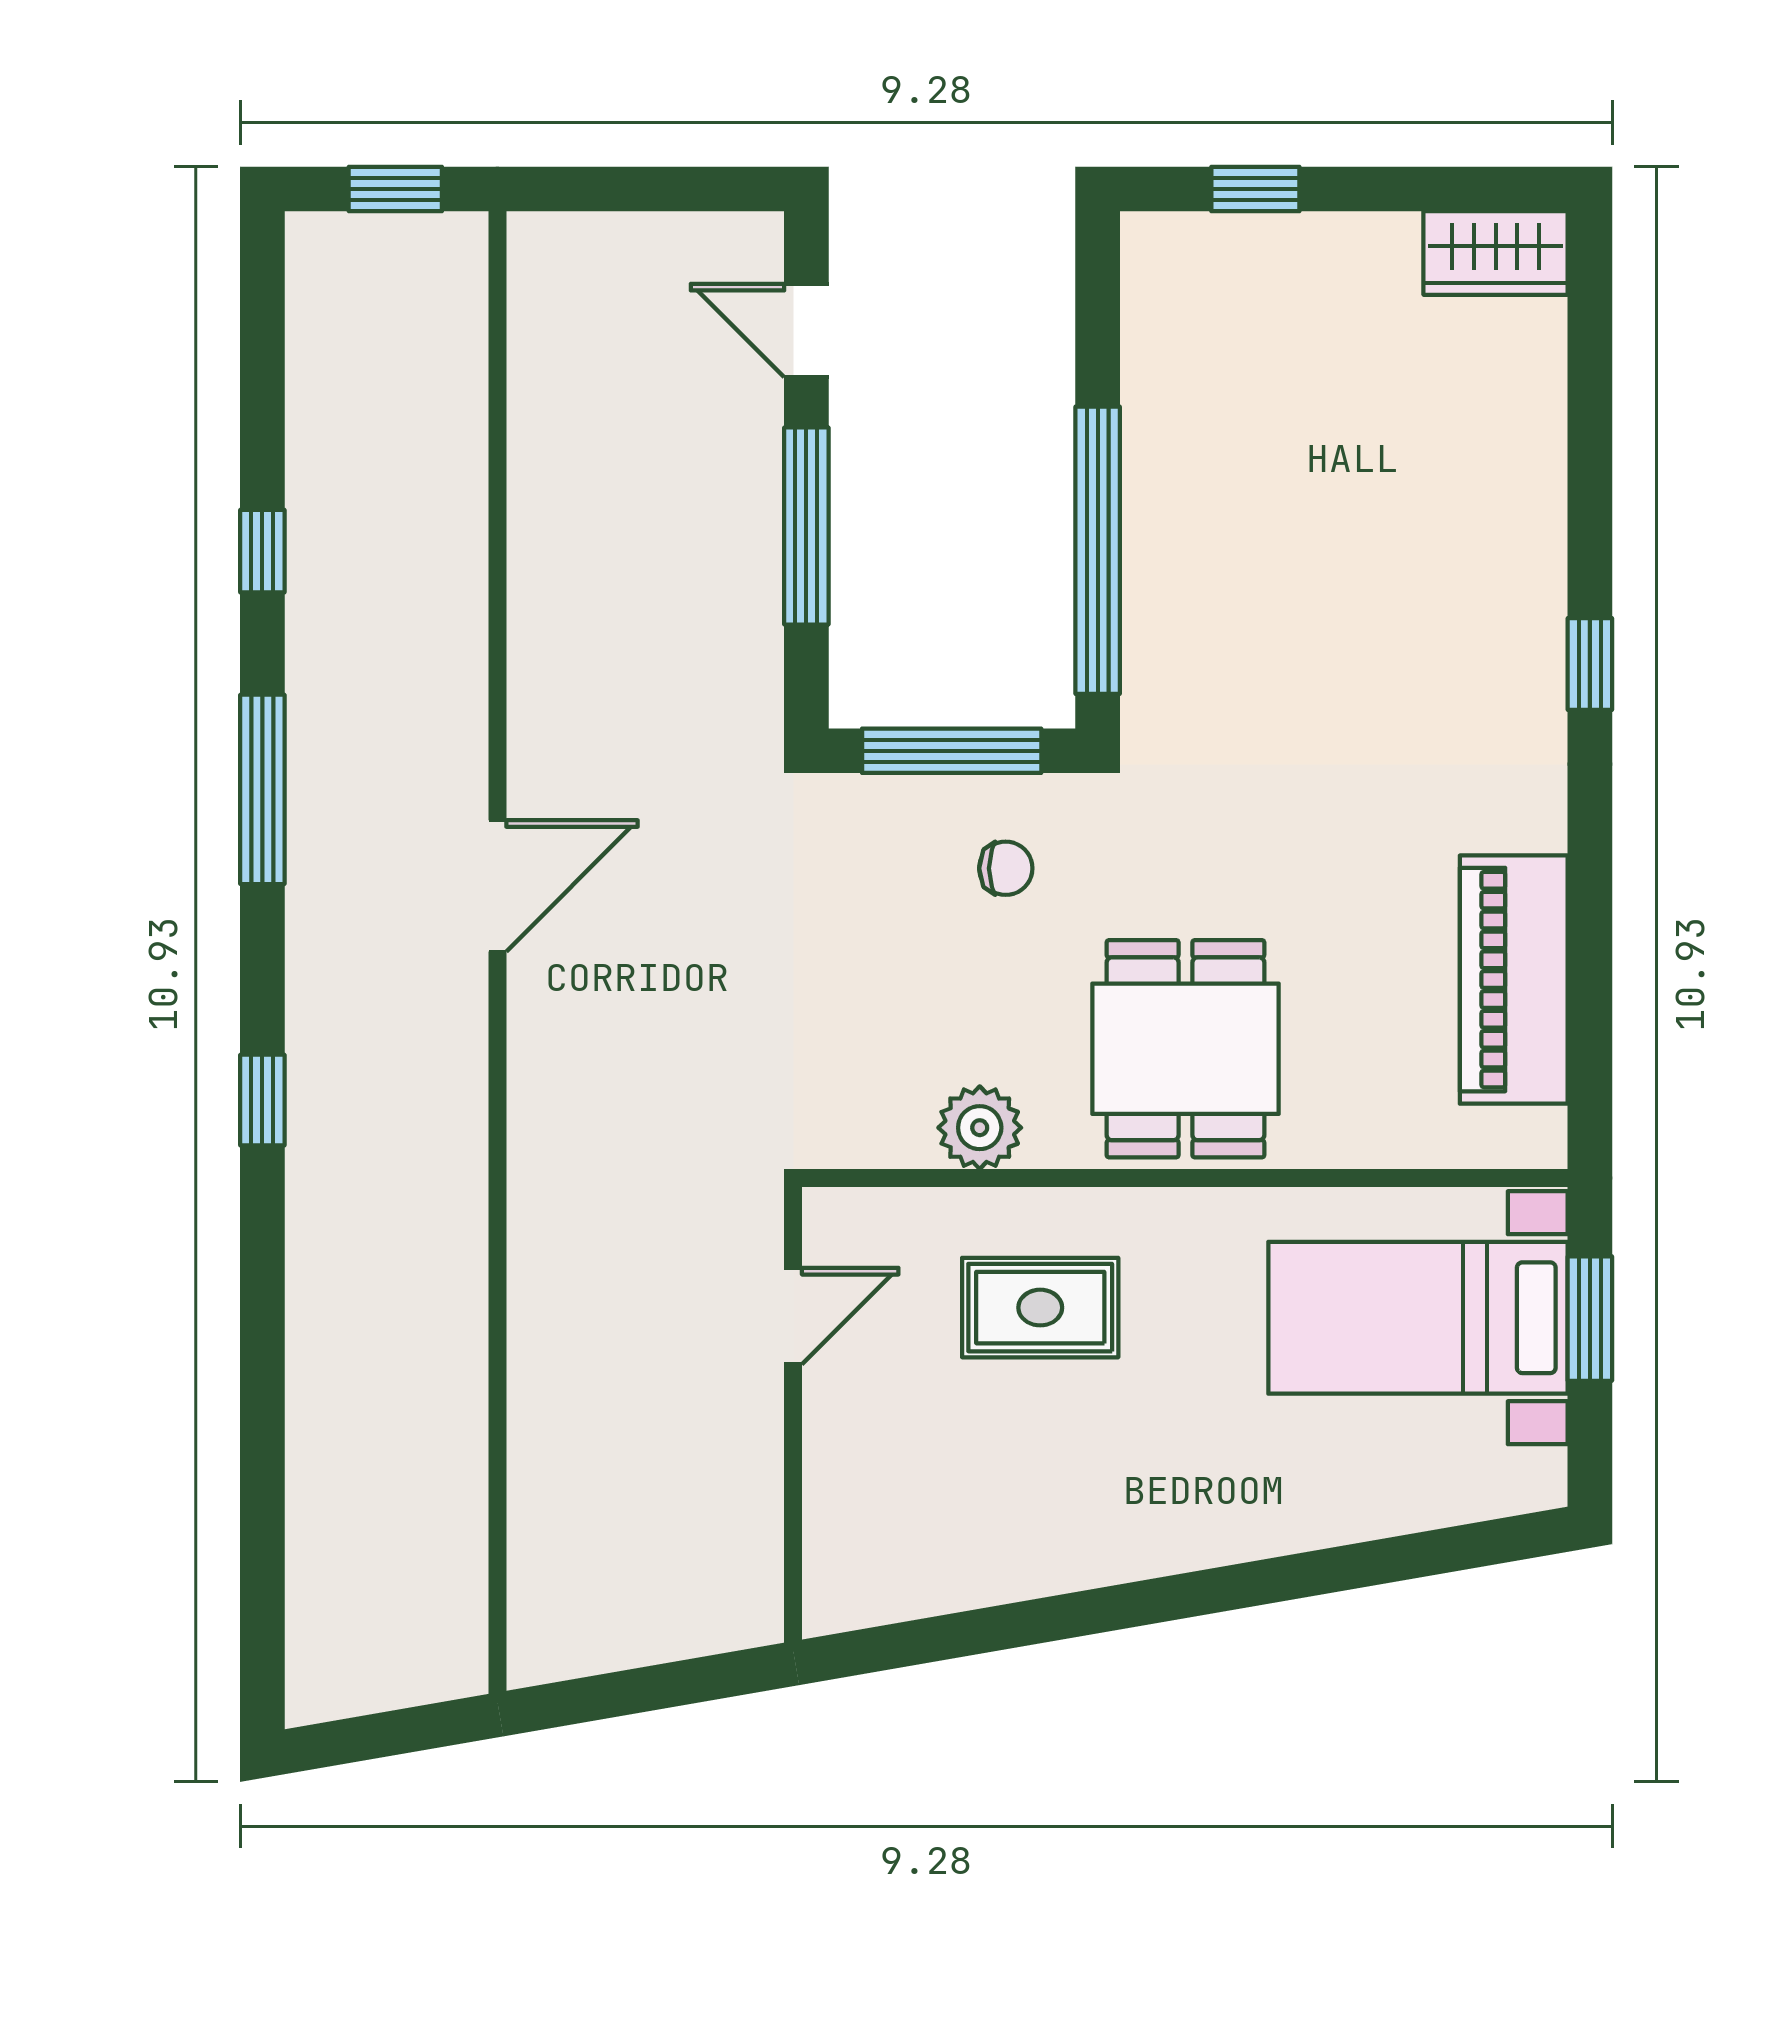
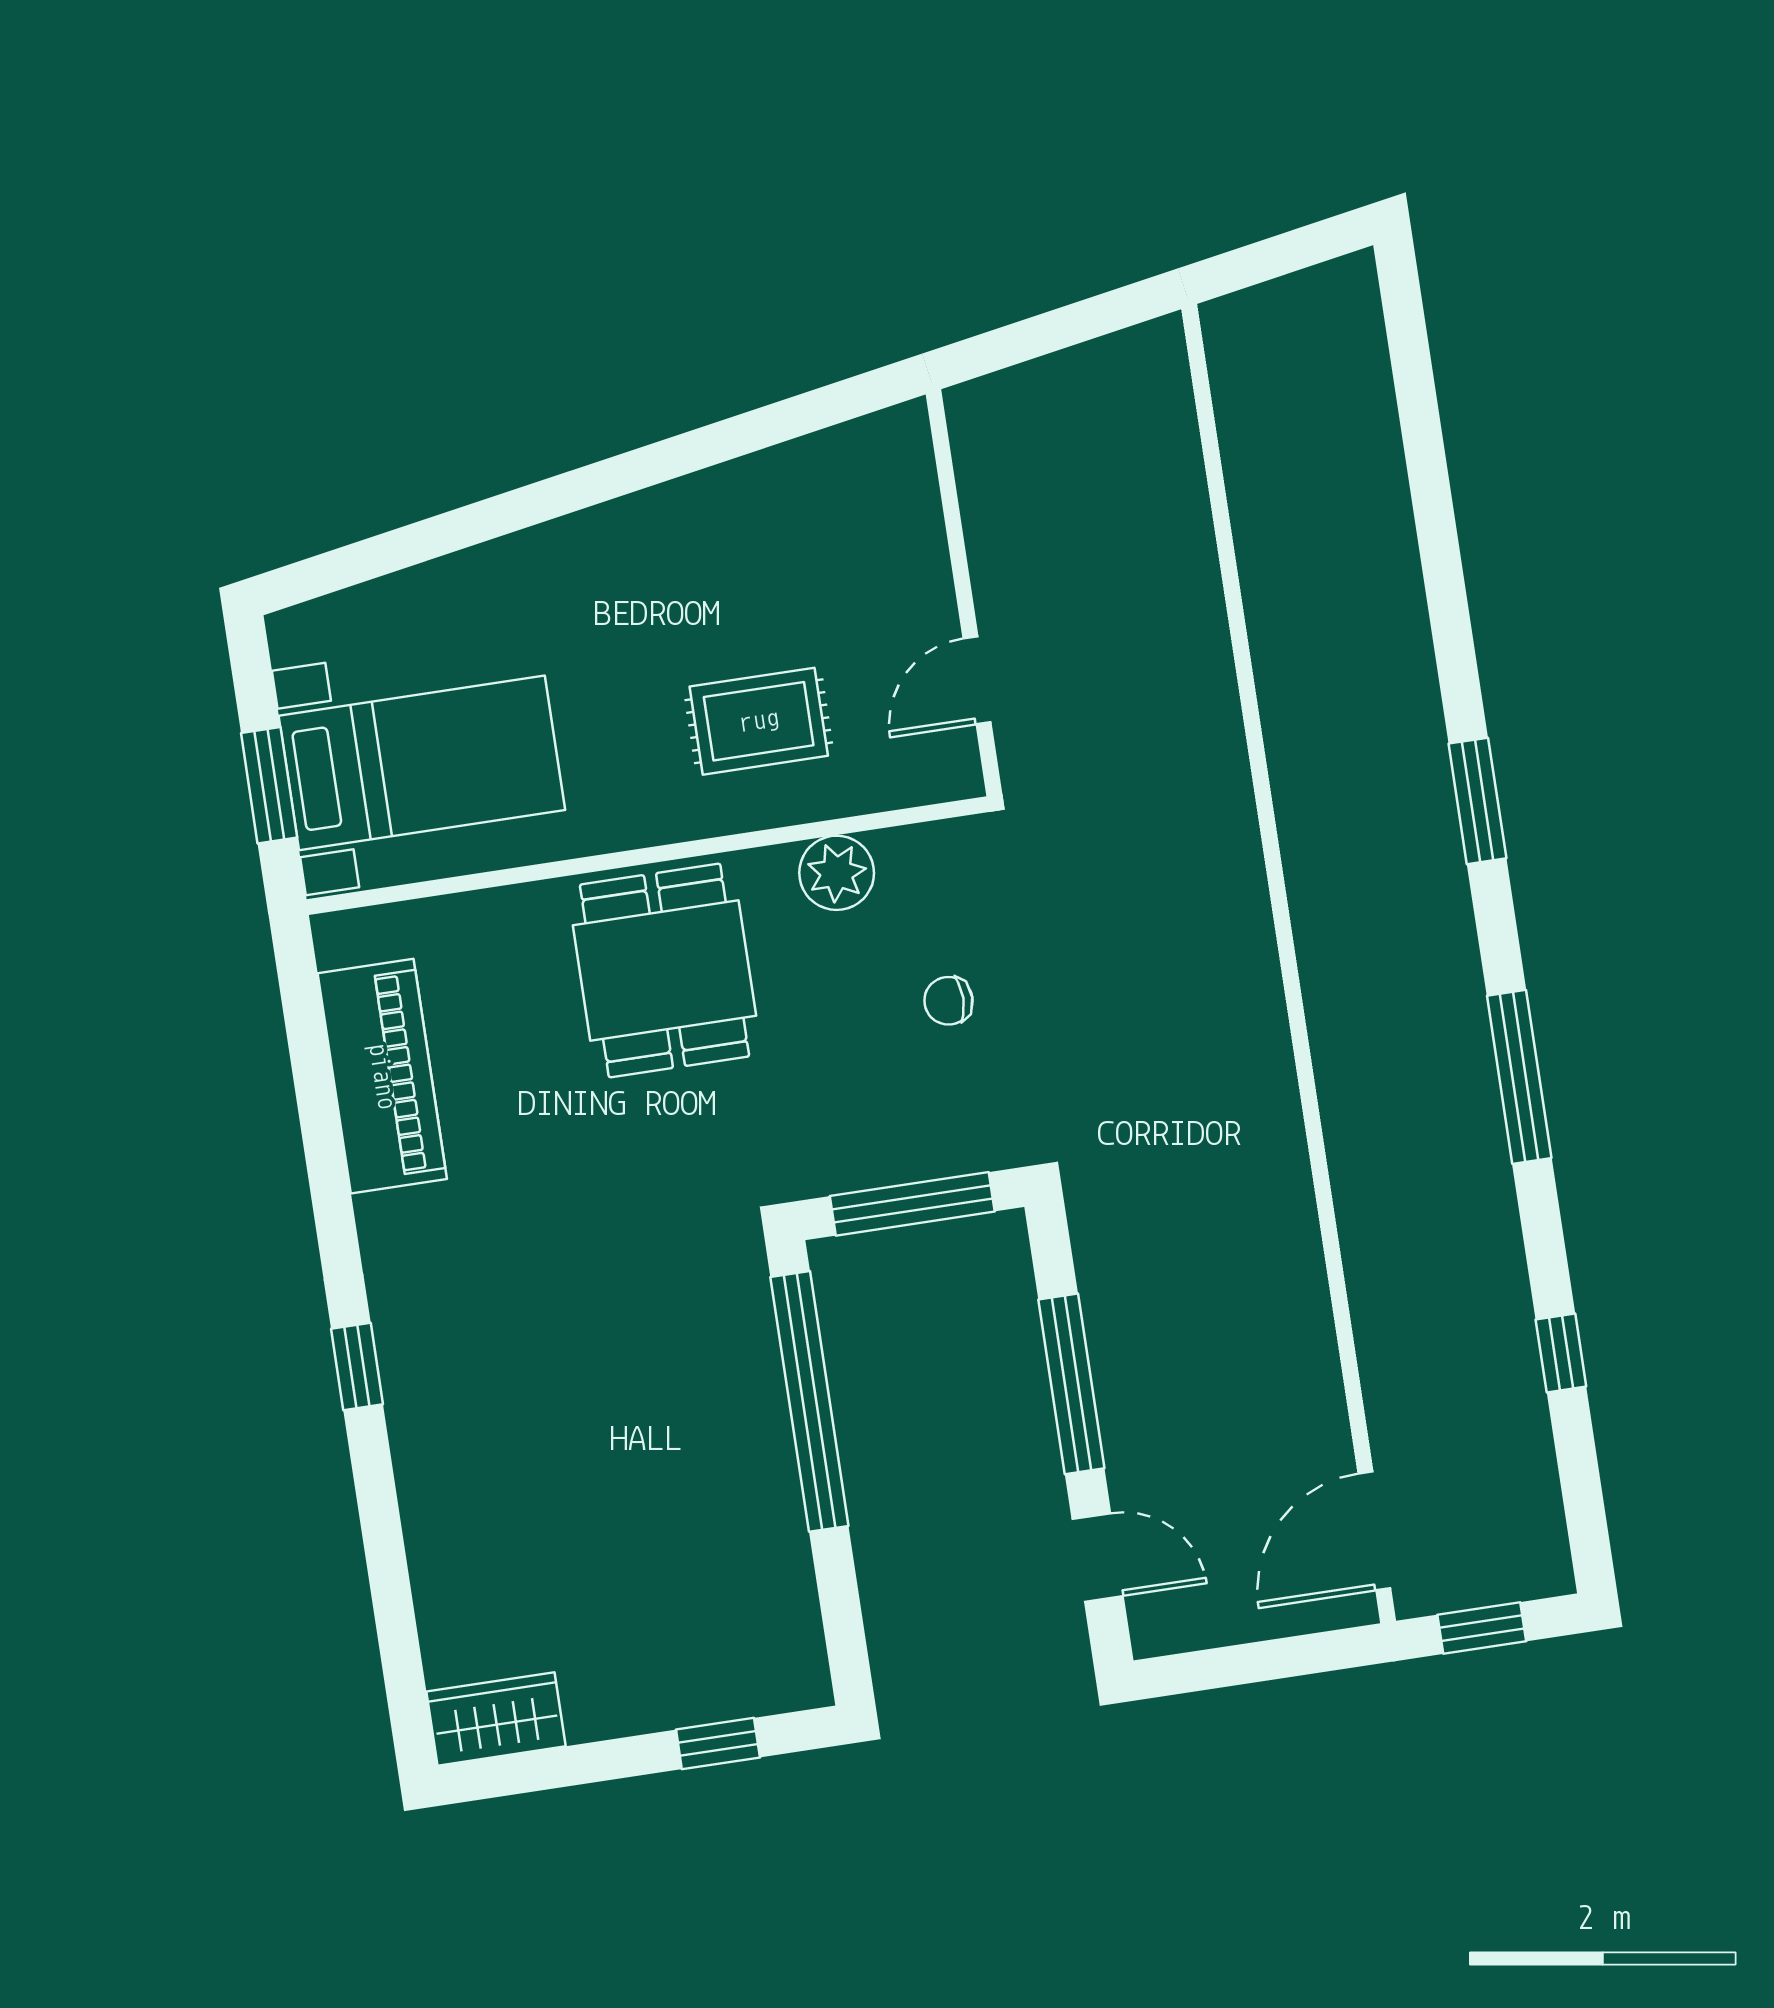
window: (262, 551) -> (1561, 1353), moved
chair: (1006, 868) -> (948, 1001), moved
door: (497, 886) -> (1374, 1531), moved
window: (262, 1100) -> (1477, 801), width x1.50

